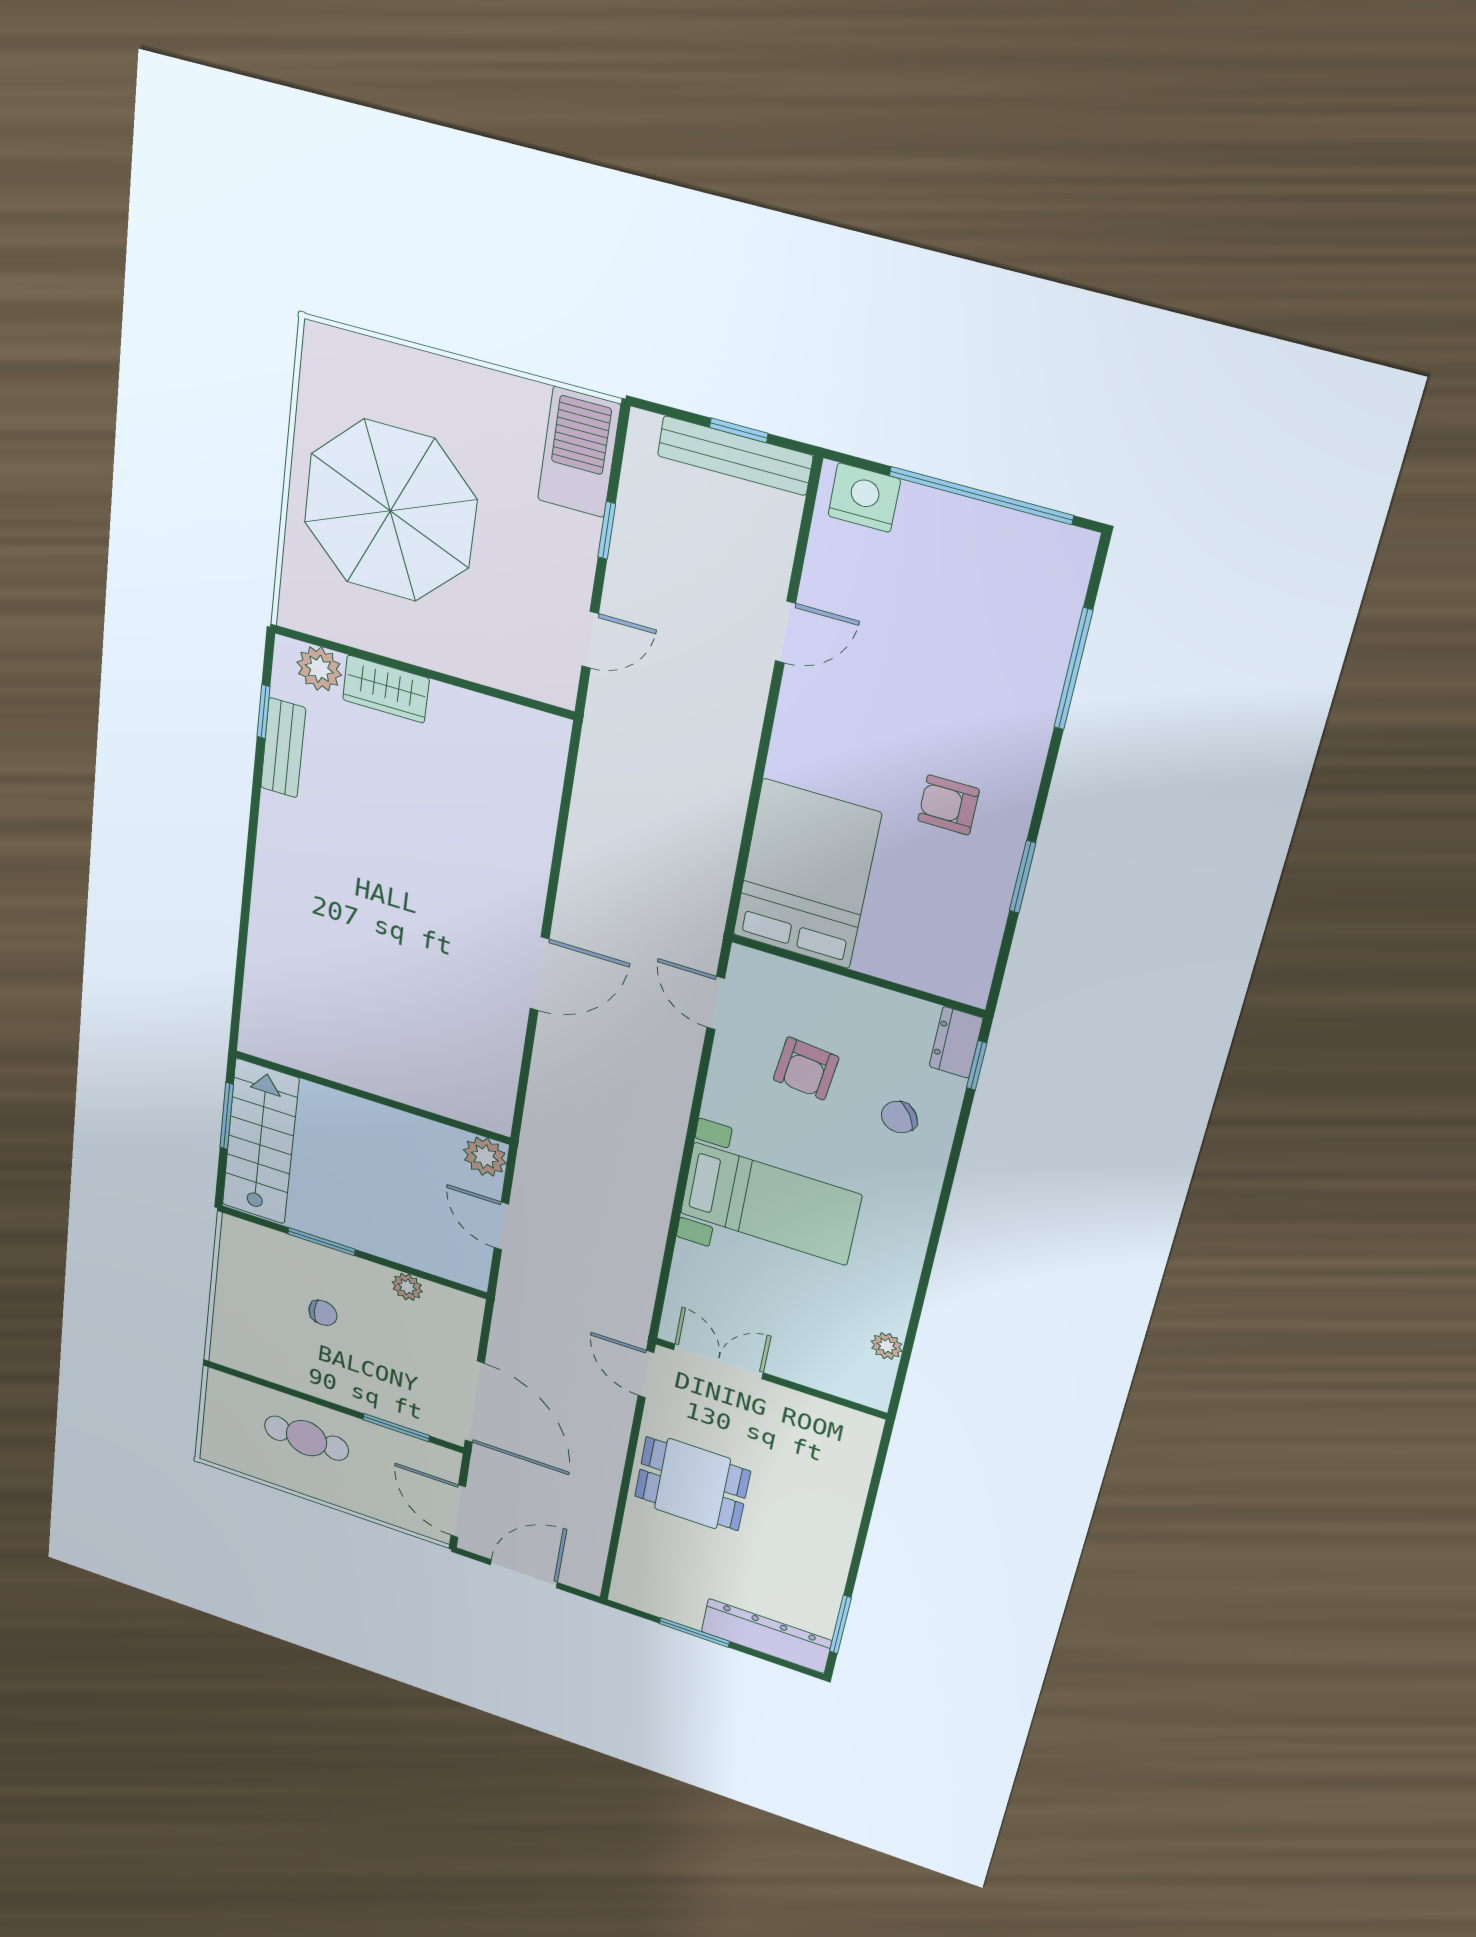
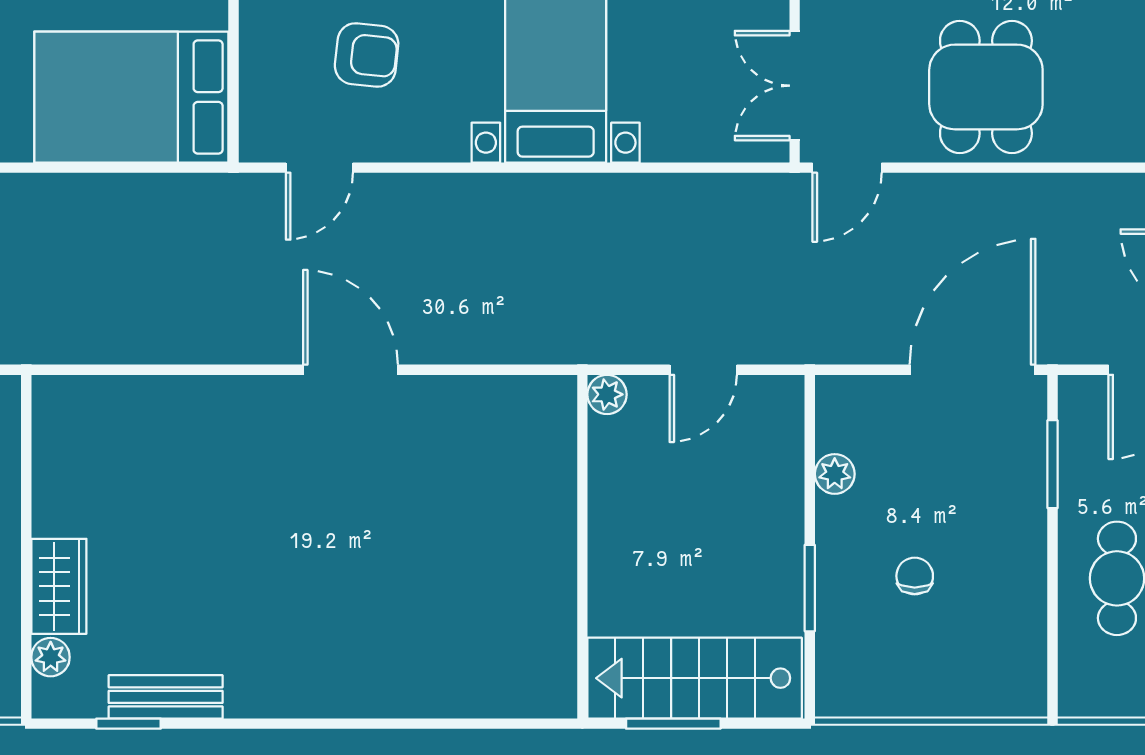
plant: (319, 669) -> (51, 657), width x0.73, depth x0.73
plant: (485, 1157) -> (607, 394), width x0.73, depth x0.73

